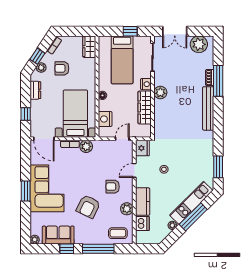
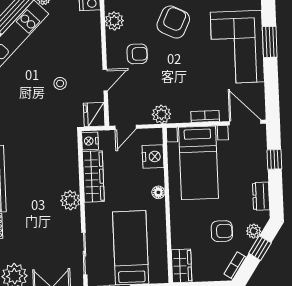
nightstand: (146, 84) -> (90, 141), moved
plant: (86, 146) -> (161, 114), moved
kitchen counter: (143, 202) -> (91, 33), removed

